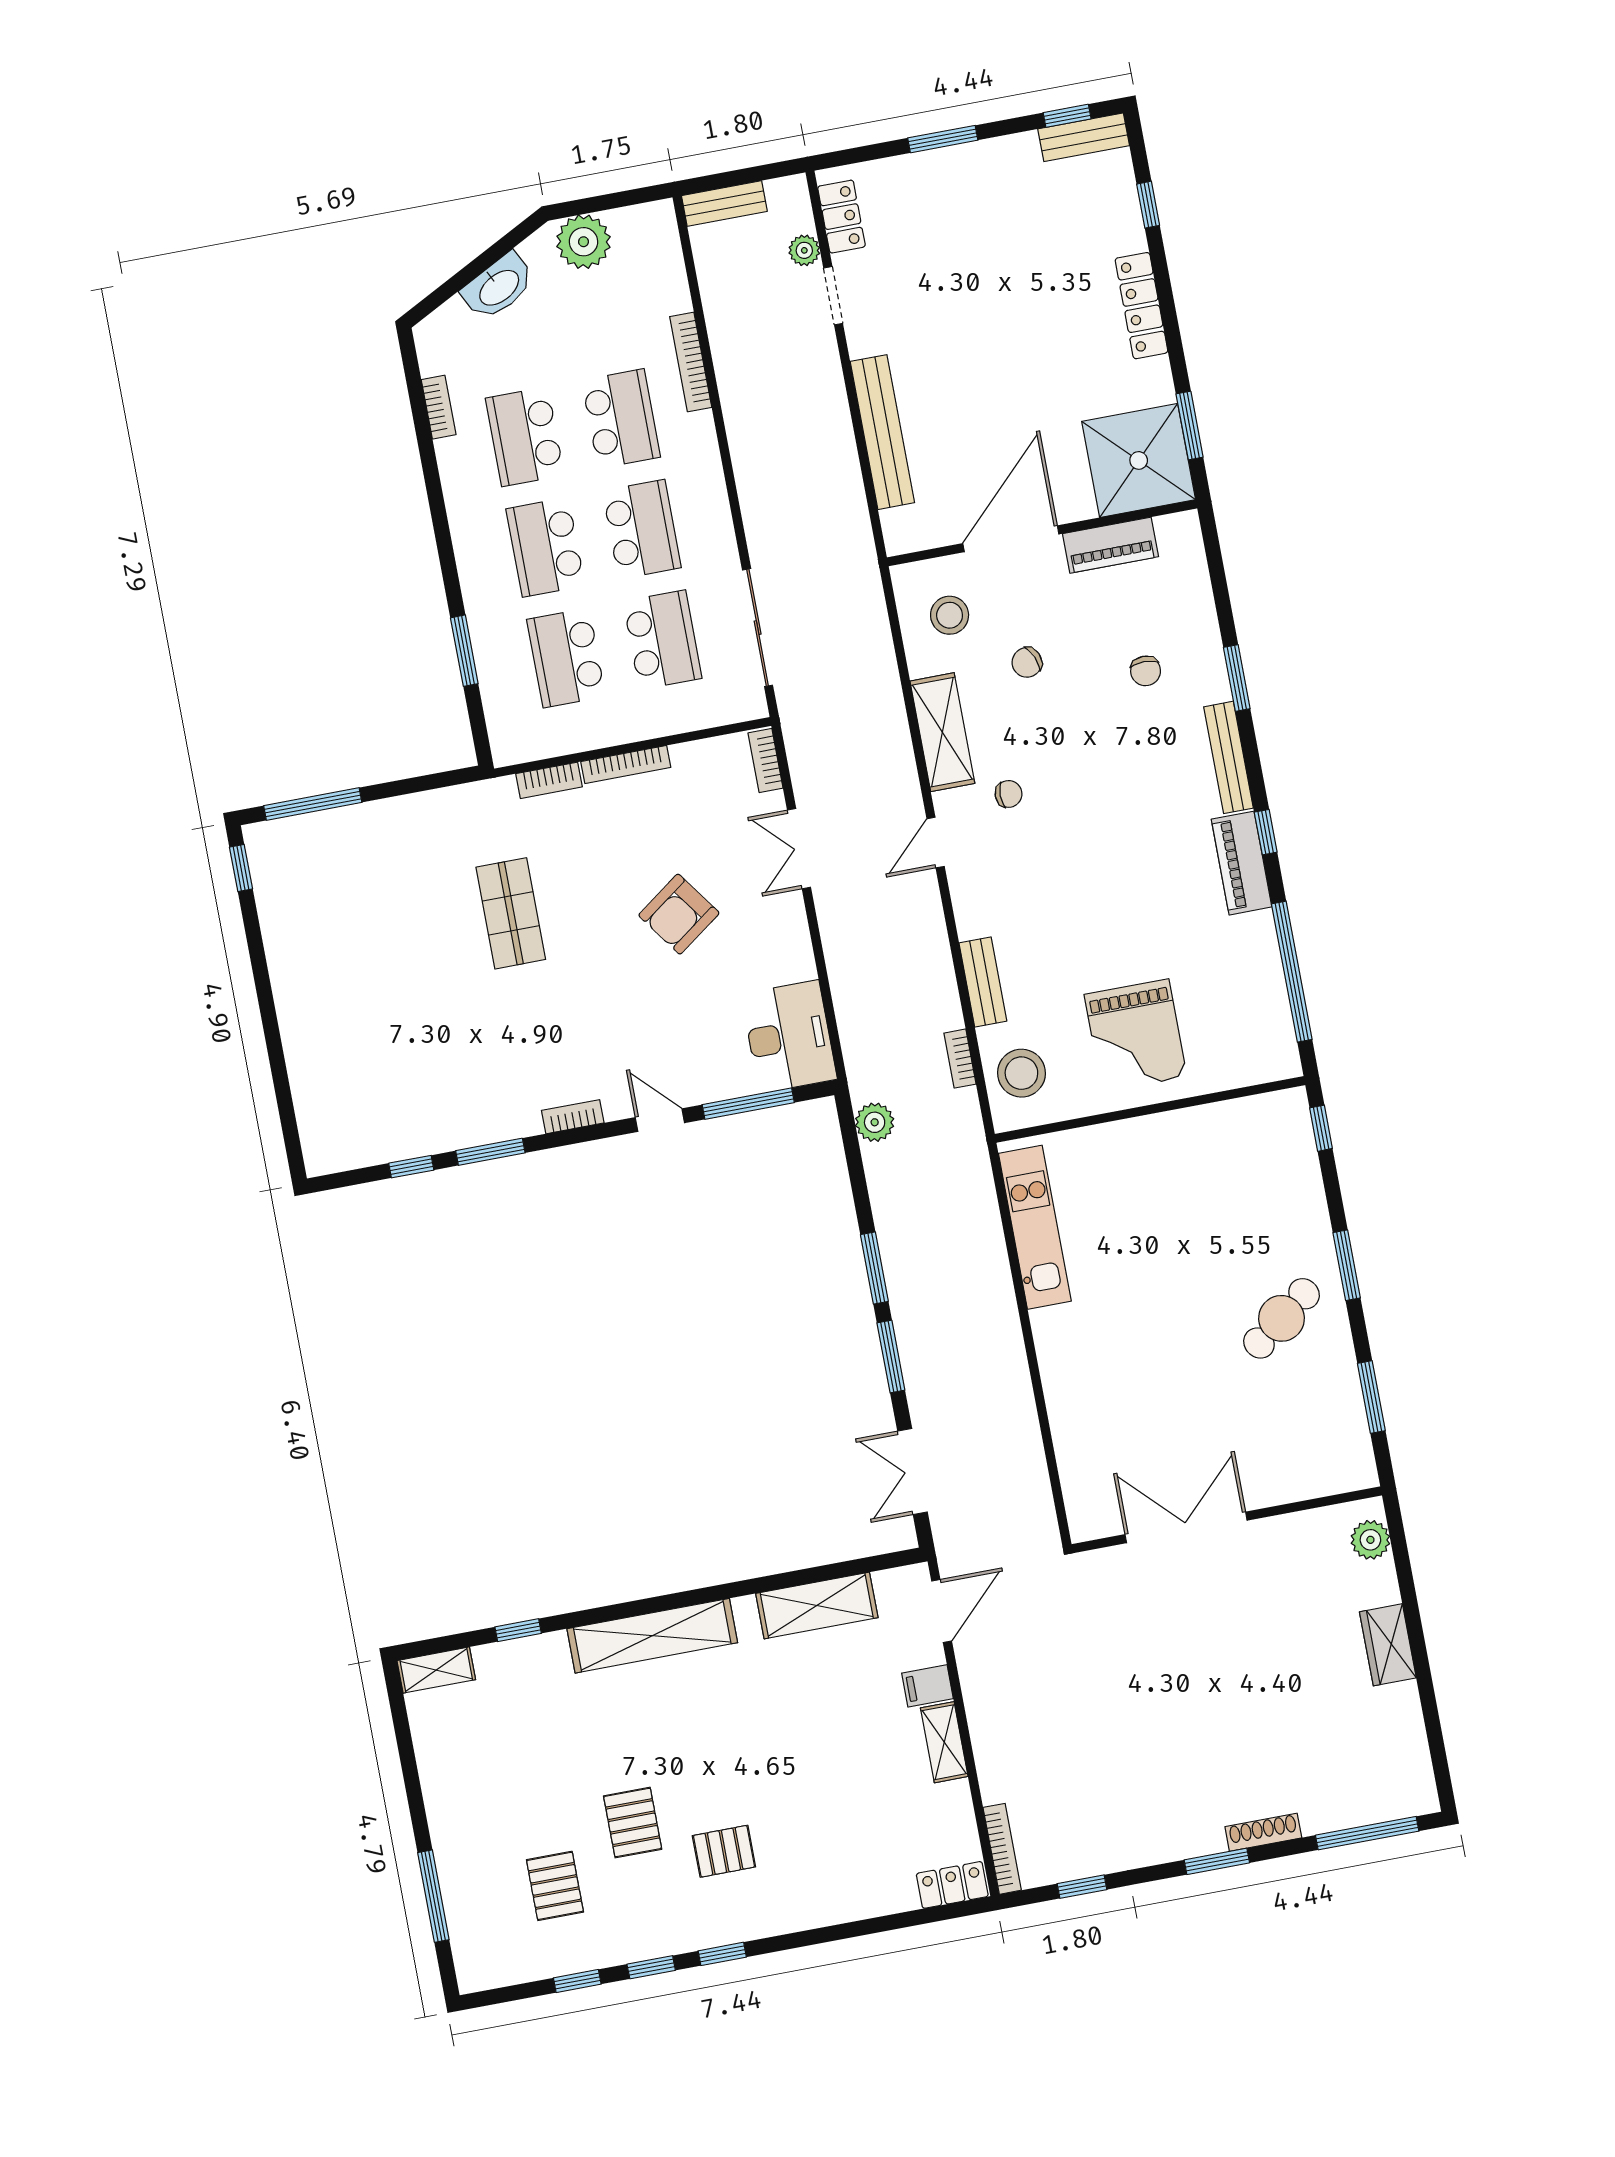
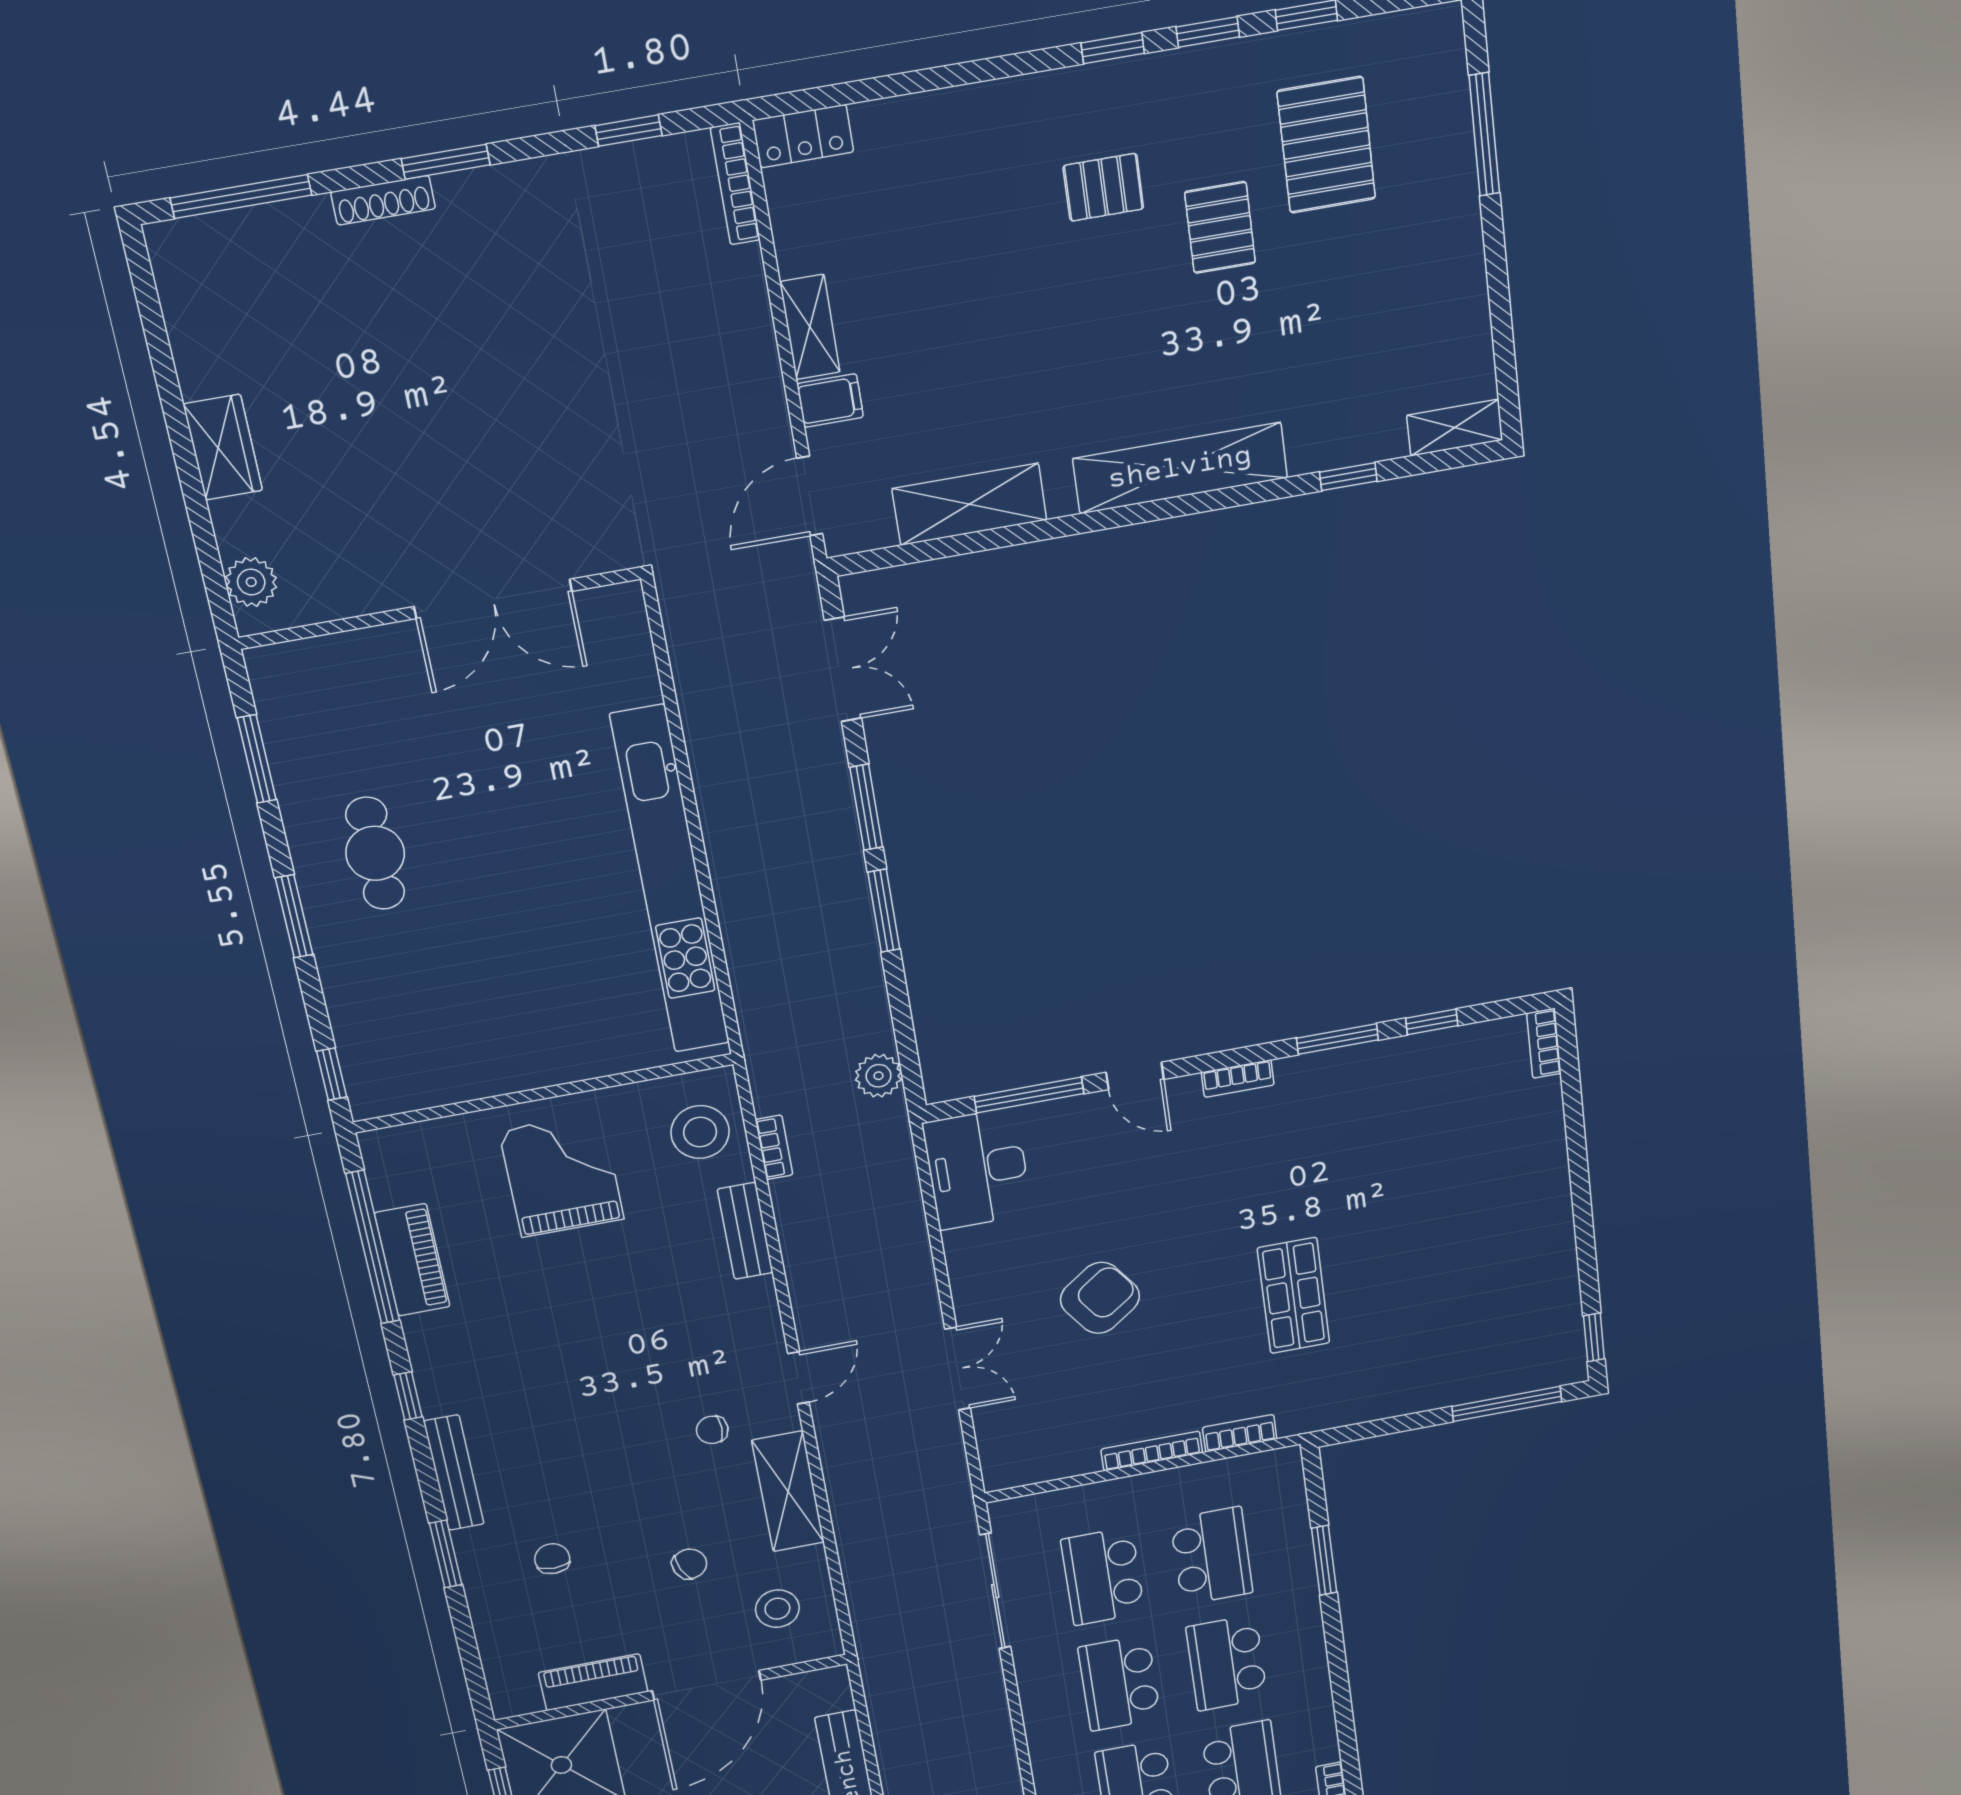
school desk: (545, 547) -> (1227, 1663), turned 180
bookcase: (765, 761) -> (1544, 1043), moved, turned 180
piano: (1242, 863) -> (412, 1260), moved
kitchen unit: (1035, 1227) -> (670, 881), width x1.86
cafe table: (1281, 1318) -> (375, 853), turned -53
pallet: (555, 1886) -> (1326, 145), width x1.50, depth x1.42

